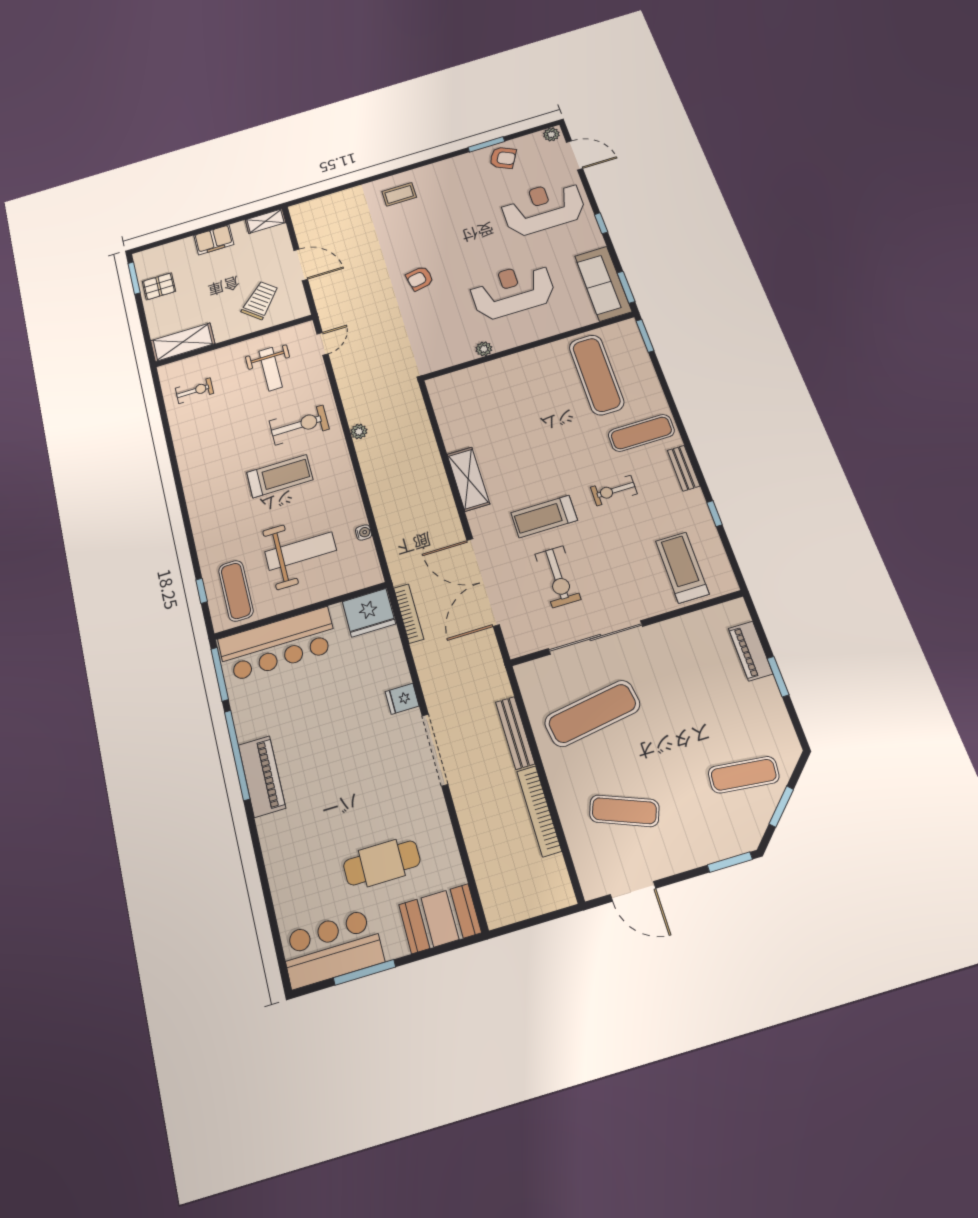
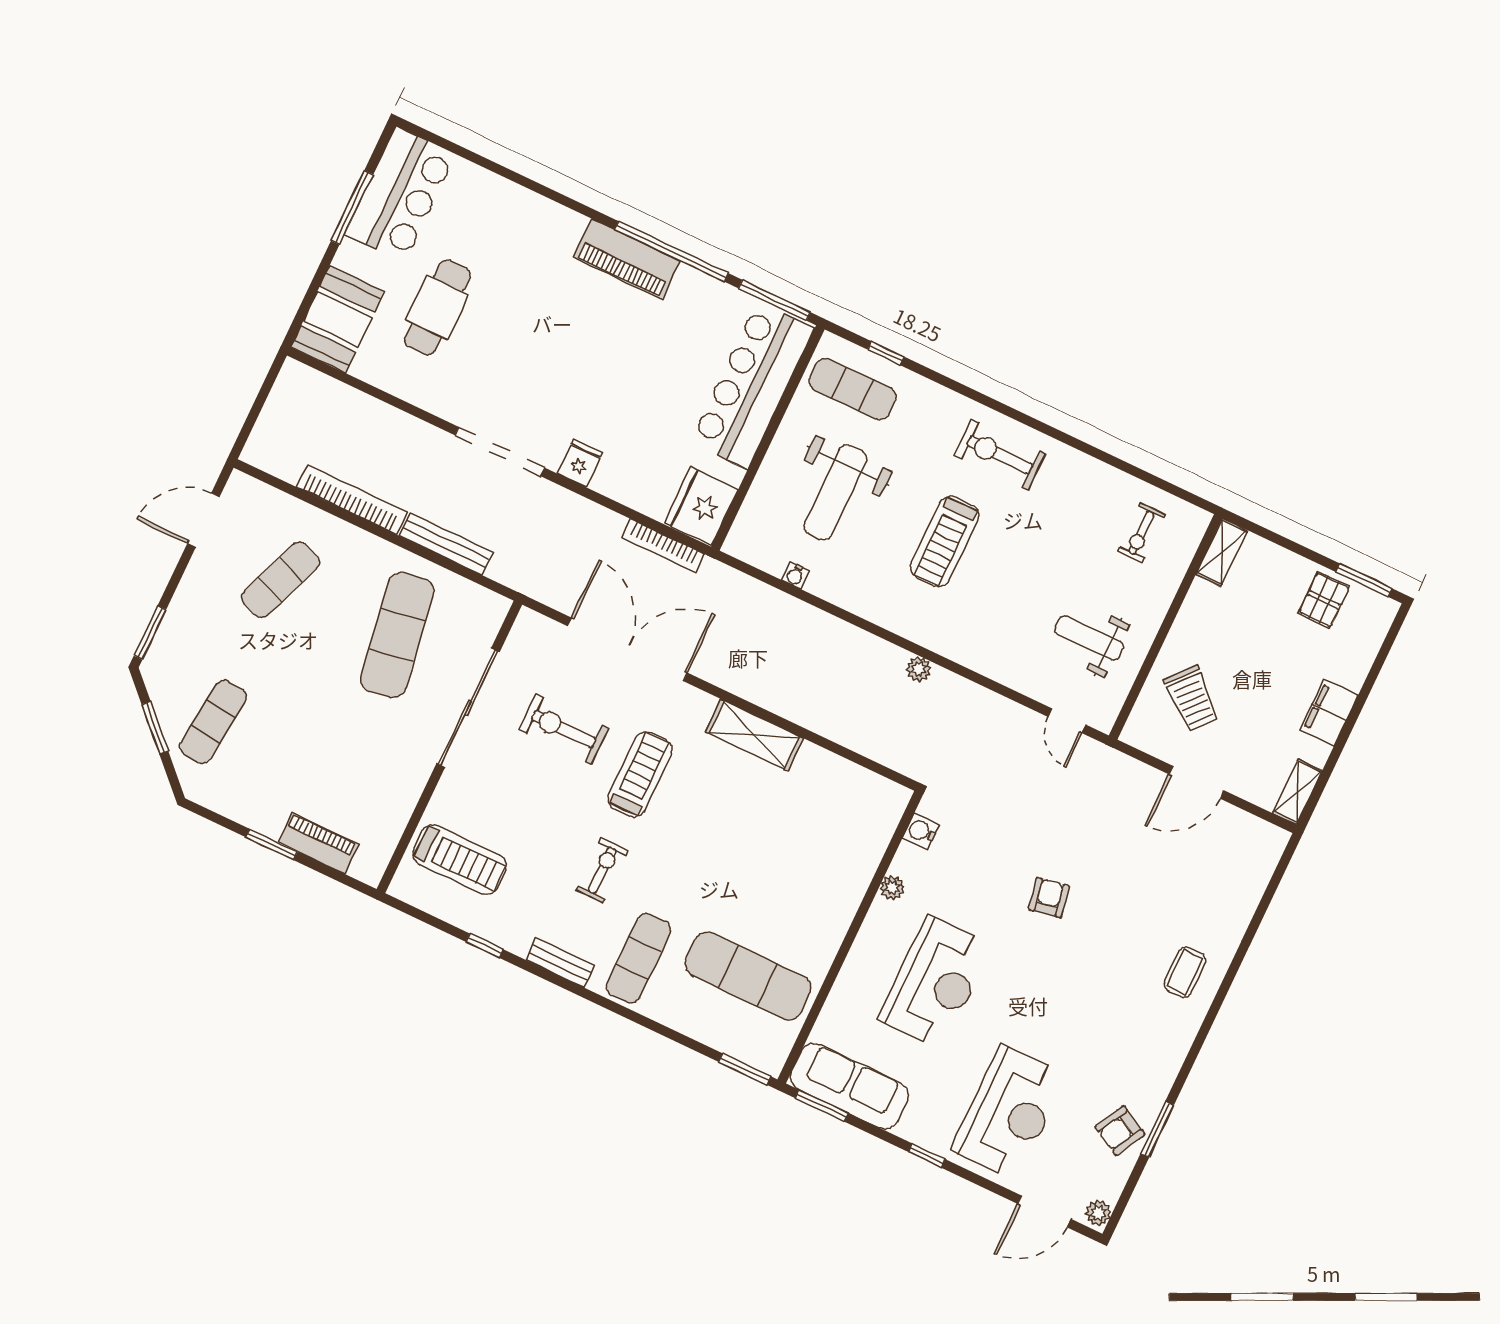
shelving: (183, 342) -> (1222, 552), width x0.67, depth x0.75
water cooler: (442, 360) -> (921, 831), added
exercise bike: (299, 425) -> (1000, 455), moved, turned 90

